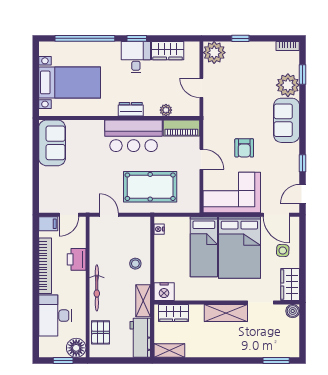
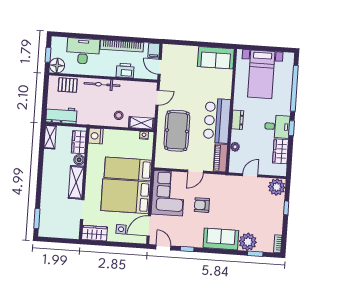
shelving: (143, 301) -> (141, 123), moved
boiler: (293, 311) -> (79, 160), moved

